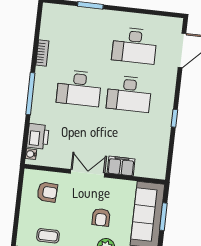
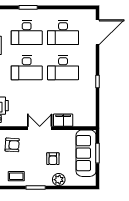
desk: (84, 40) -> (27, 33), added

